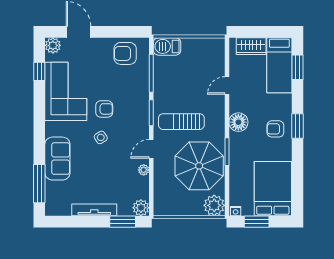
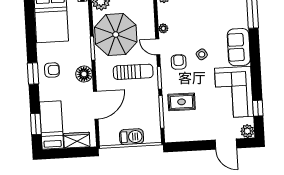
barbecue: (167, 46) -> (132, 137), moved
armchair: (125, 53) -> (185, 128), removed
rug: (127, 84) -> (182, 102), added
door: (227, 85) -> (96, 105), width x1.87
armchair: (104, 109) -> (179, 62), moved, turned 90
door: (151, 149) -> (158, 47), swing flipped
sofa: (57, 159) -> (239, 47), moved

